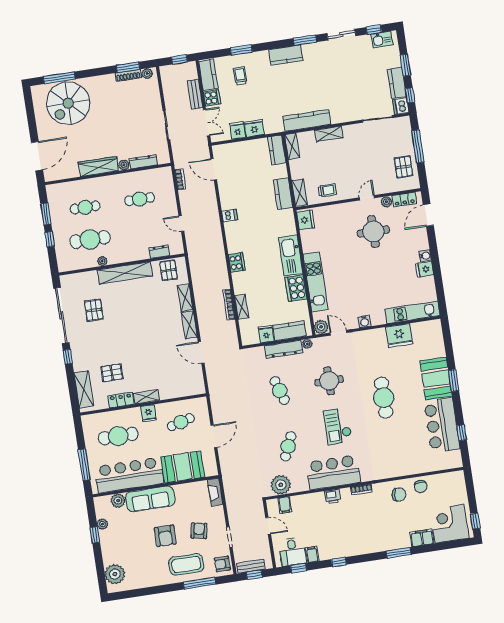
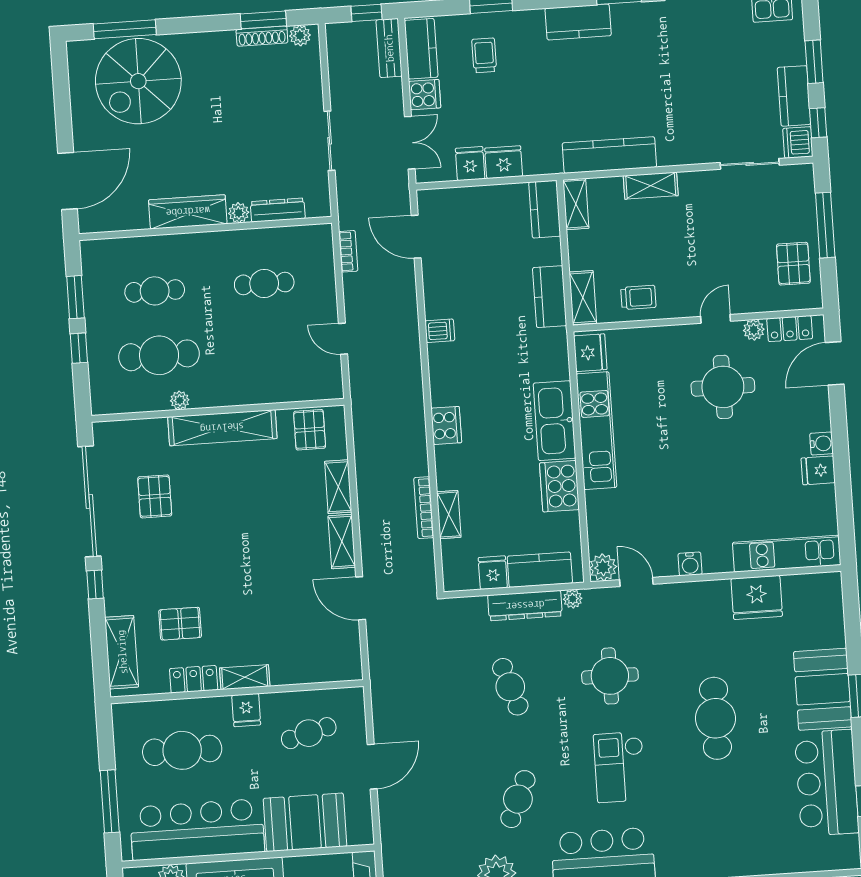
bench: (195, 94) -> (389, 48), moved
dresser: (159, 252) -> (294, 391), removed
kitchen unit: (316, 282) -> (596, 431), moved

